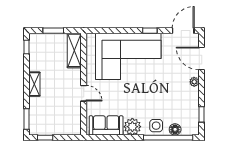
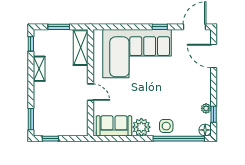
plant: (194, 82) -> (206, 108), moved
shelving: (34, 84) -> (39, 69), moved
floor lamp: (175, 129) -> (205, 130), moved

